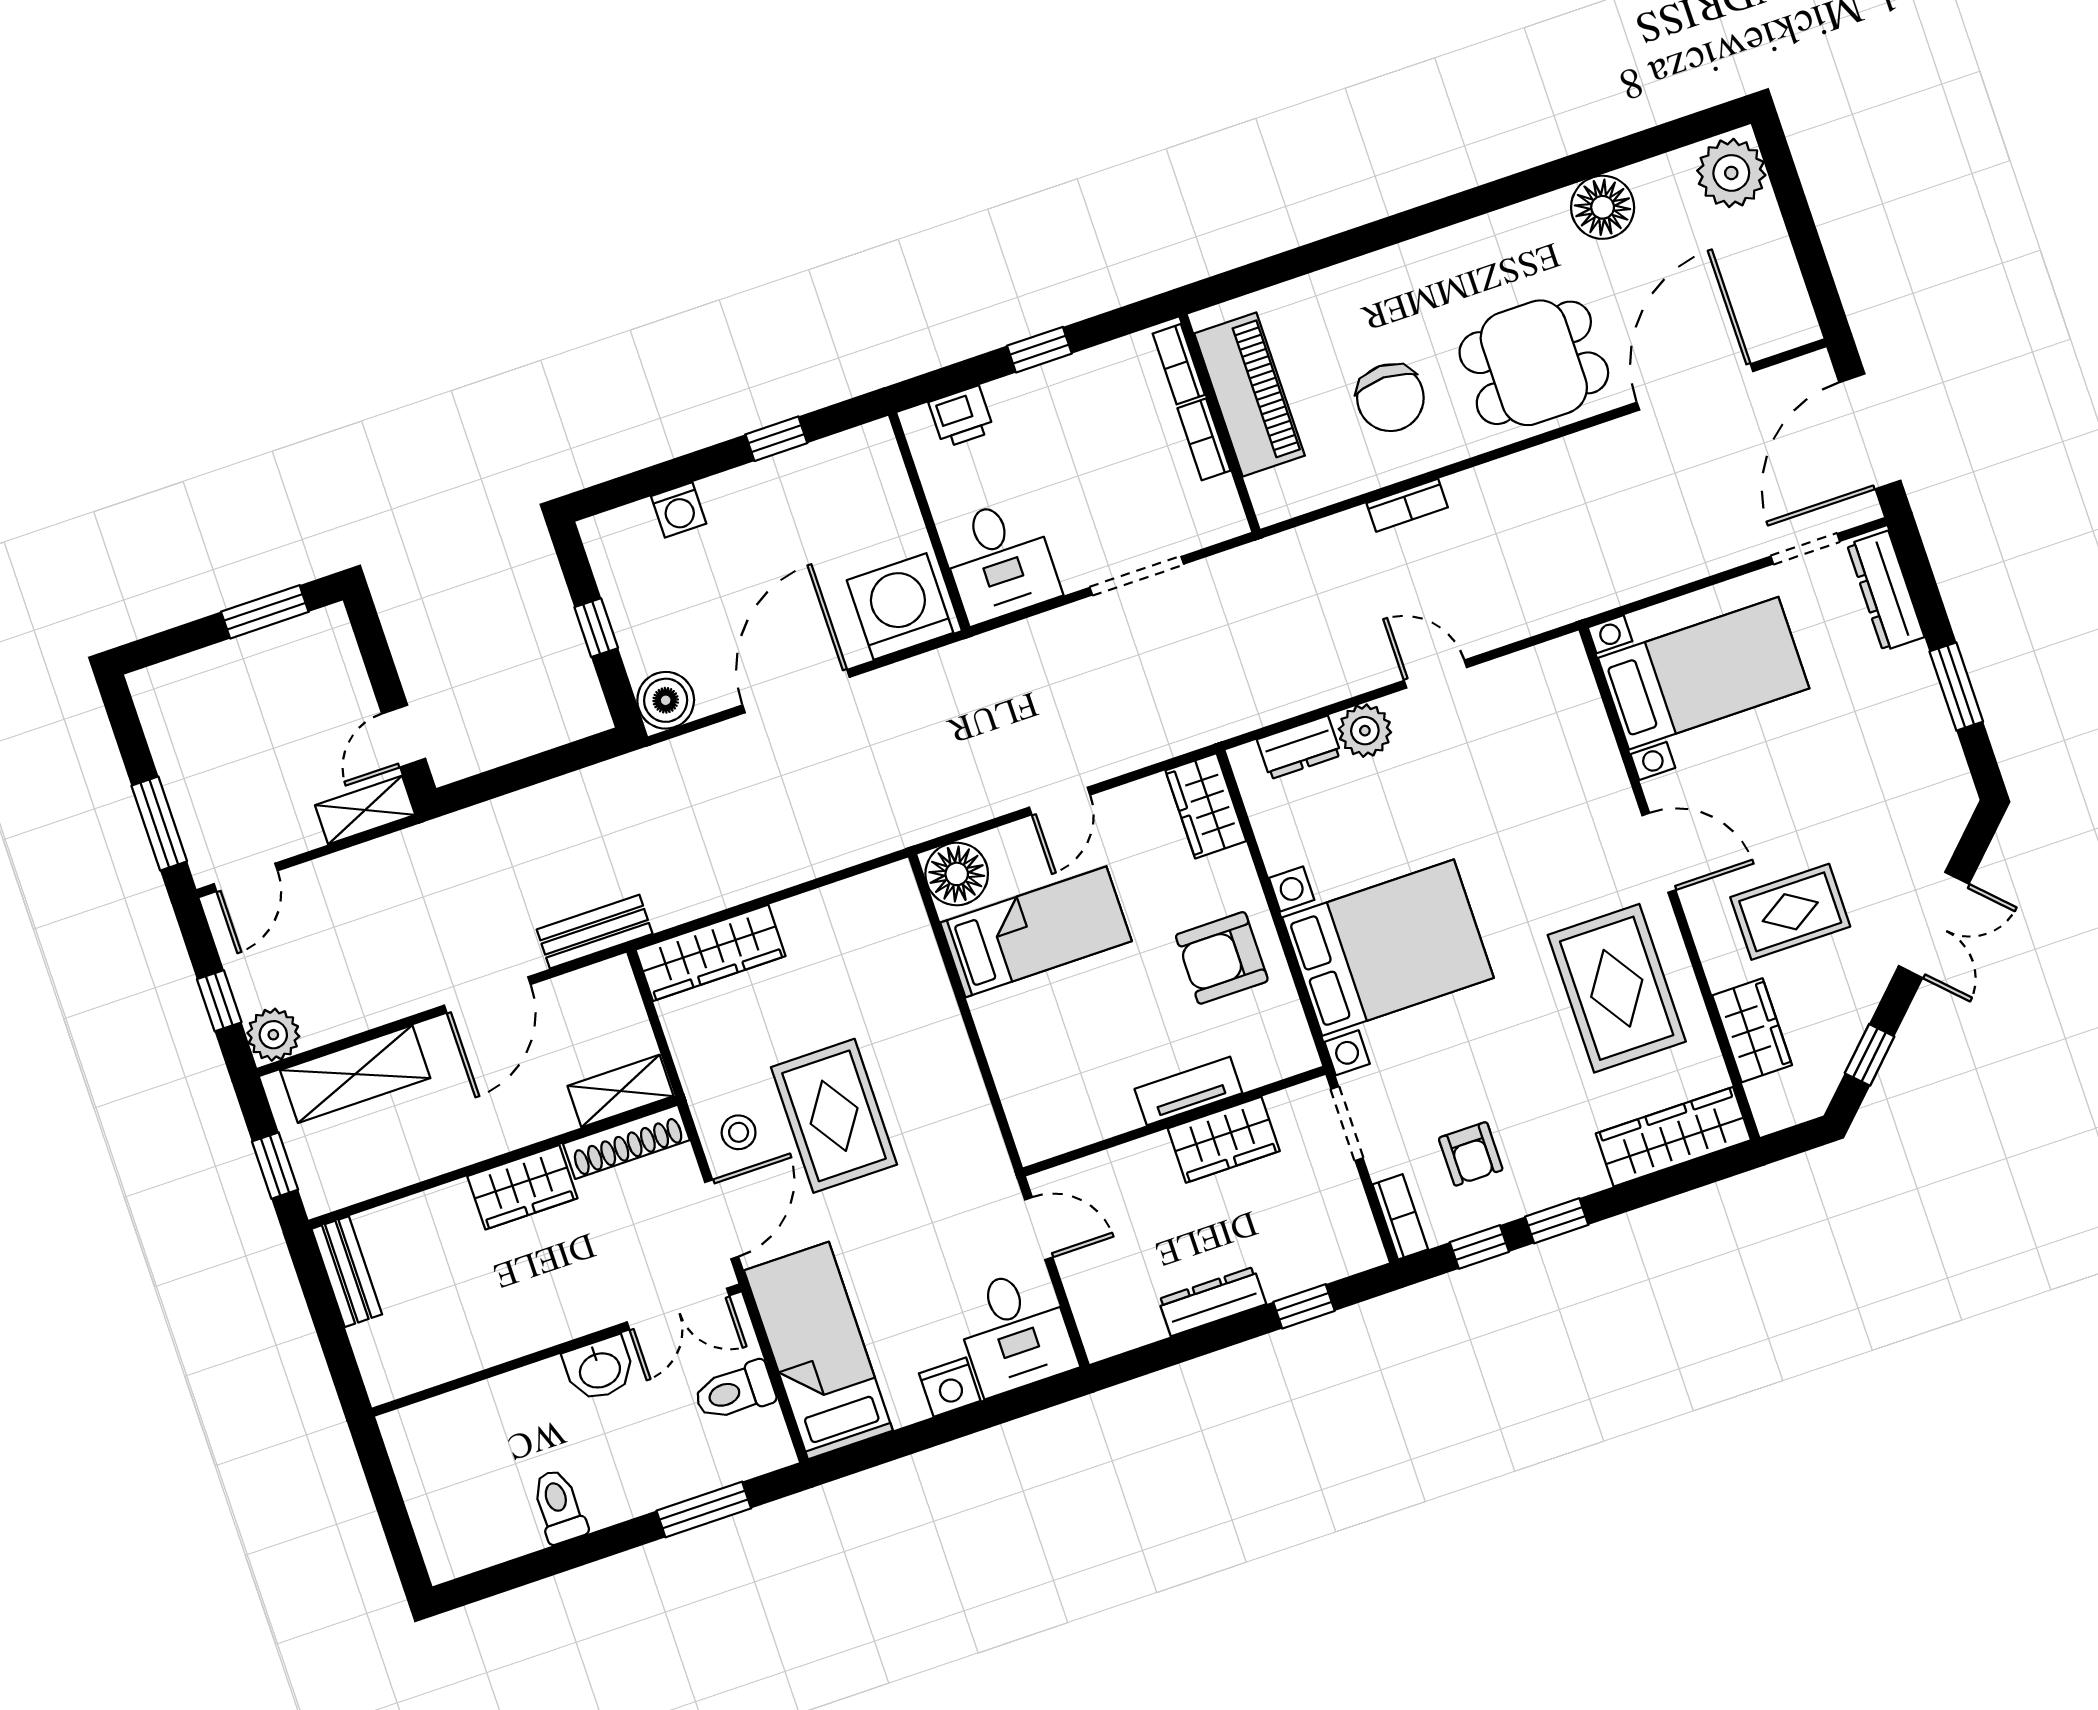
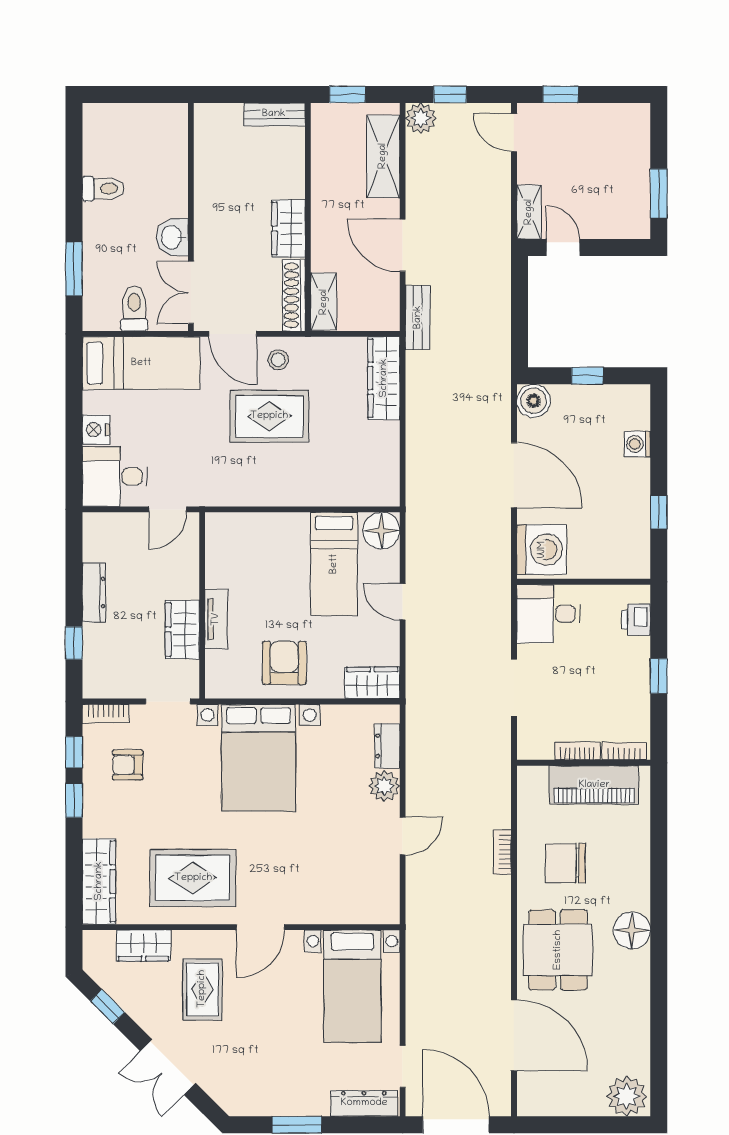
floor lamp: (1603, 207) -> (632, 930), moved
window: (159, 823) -> (560, 94), width x0.67

